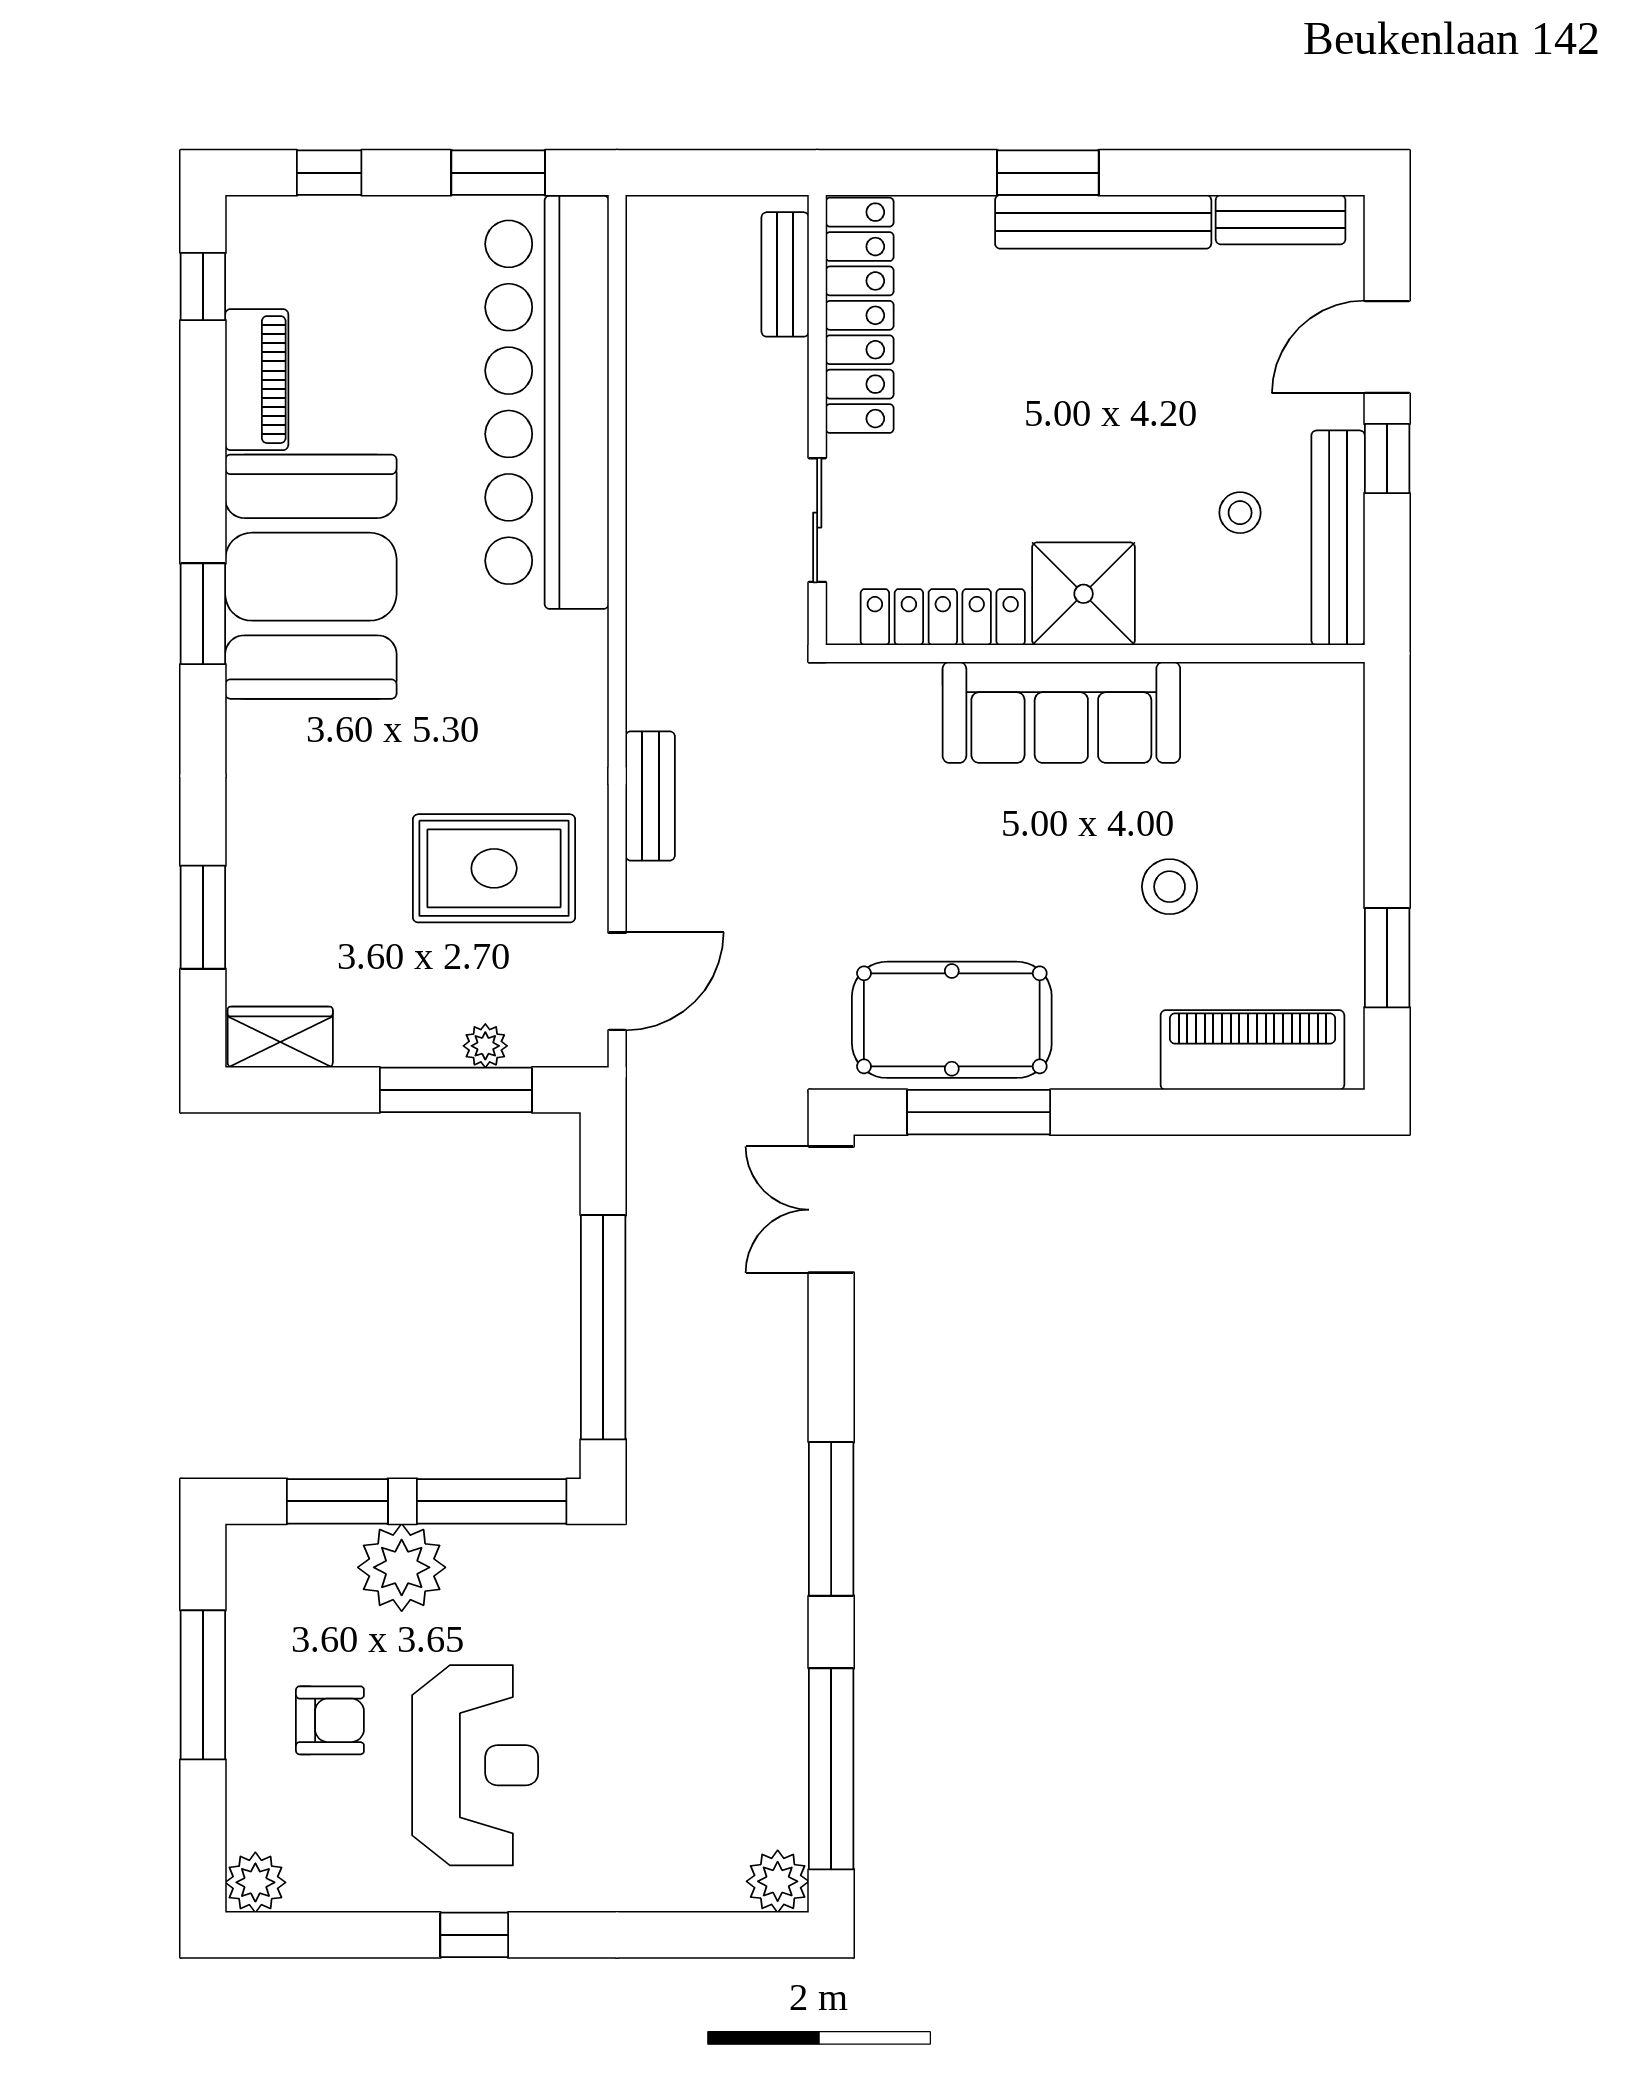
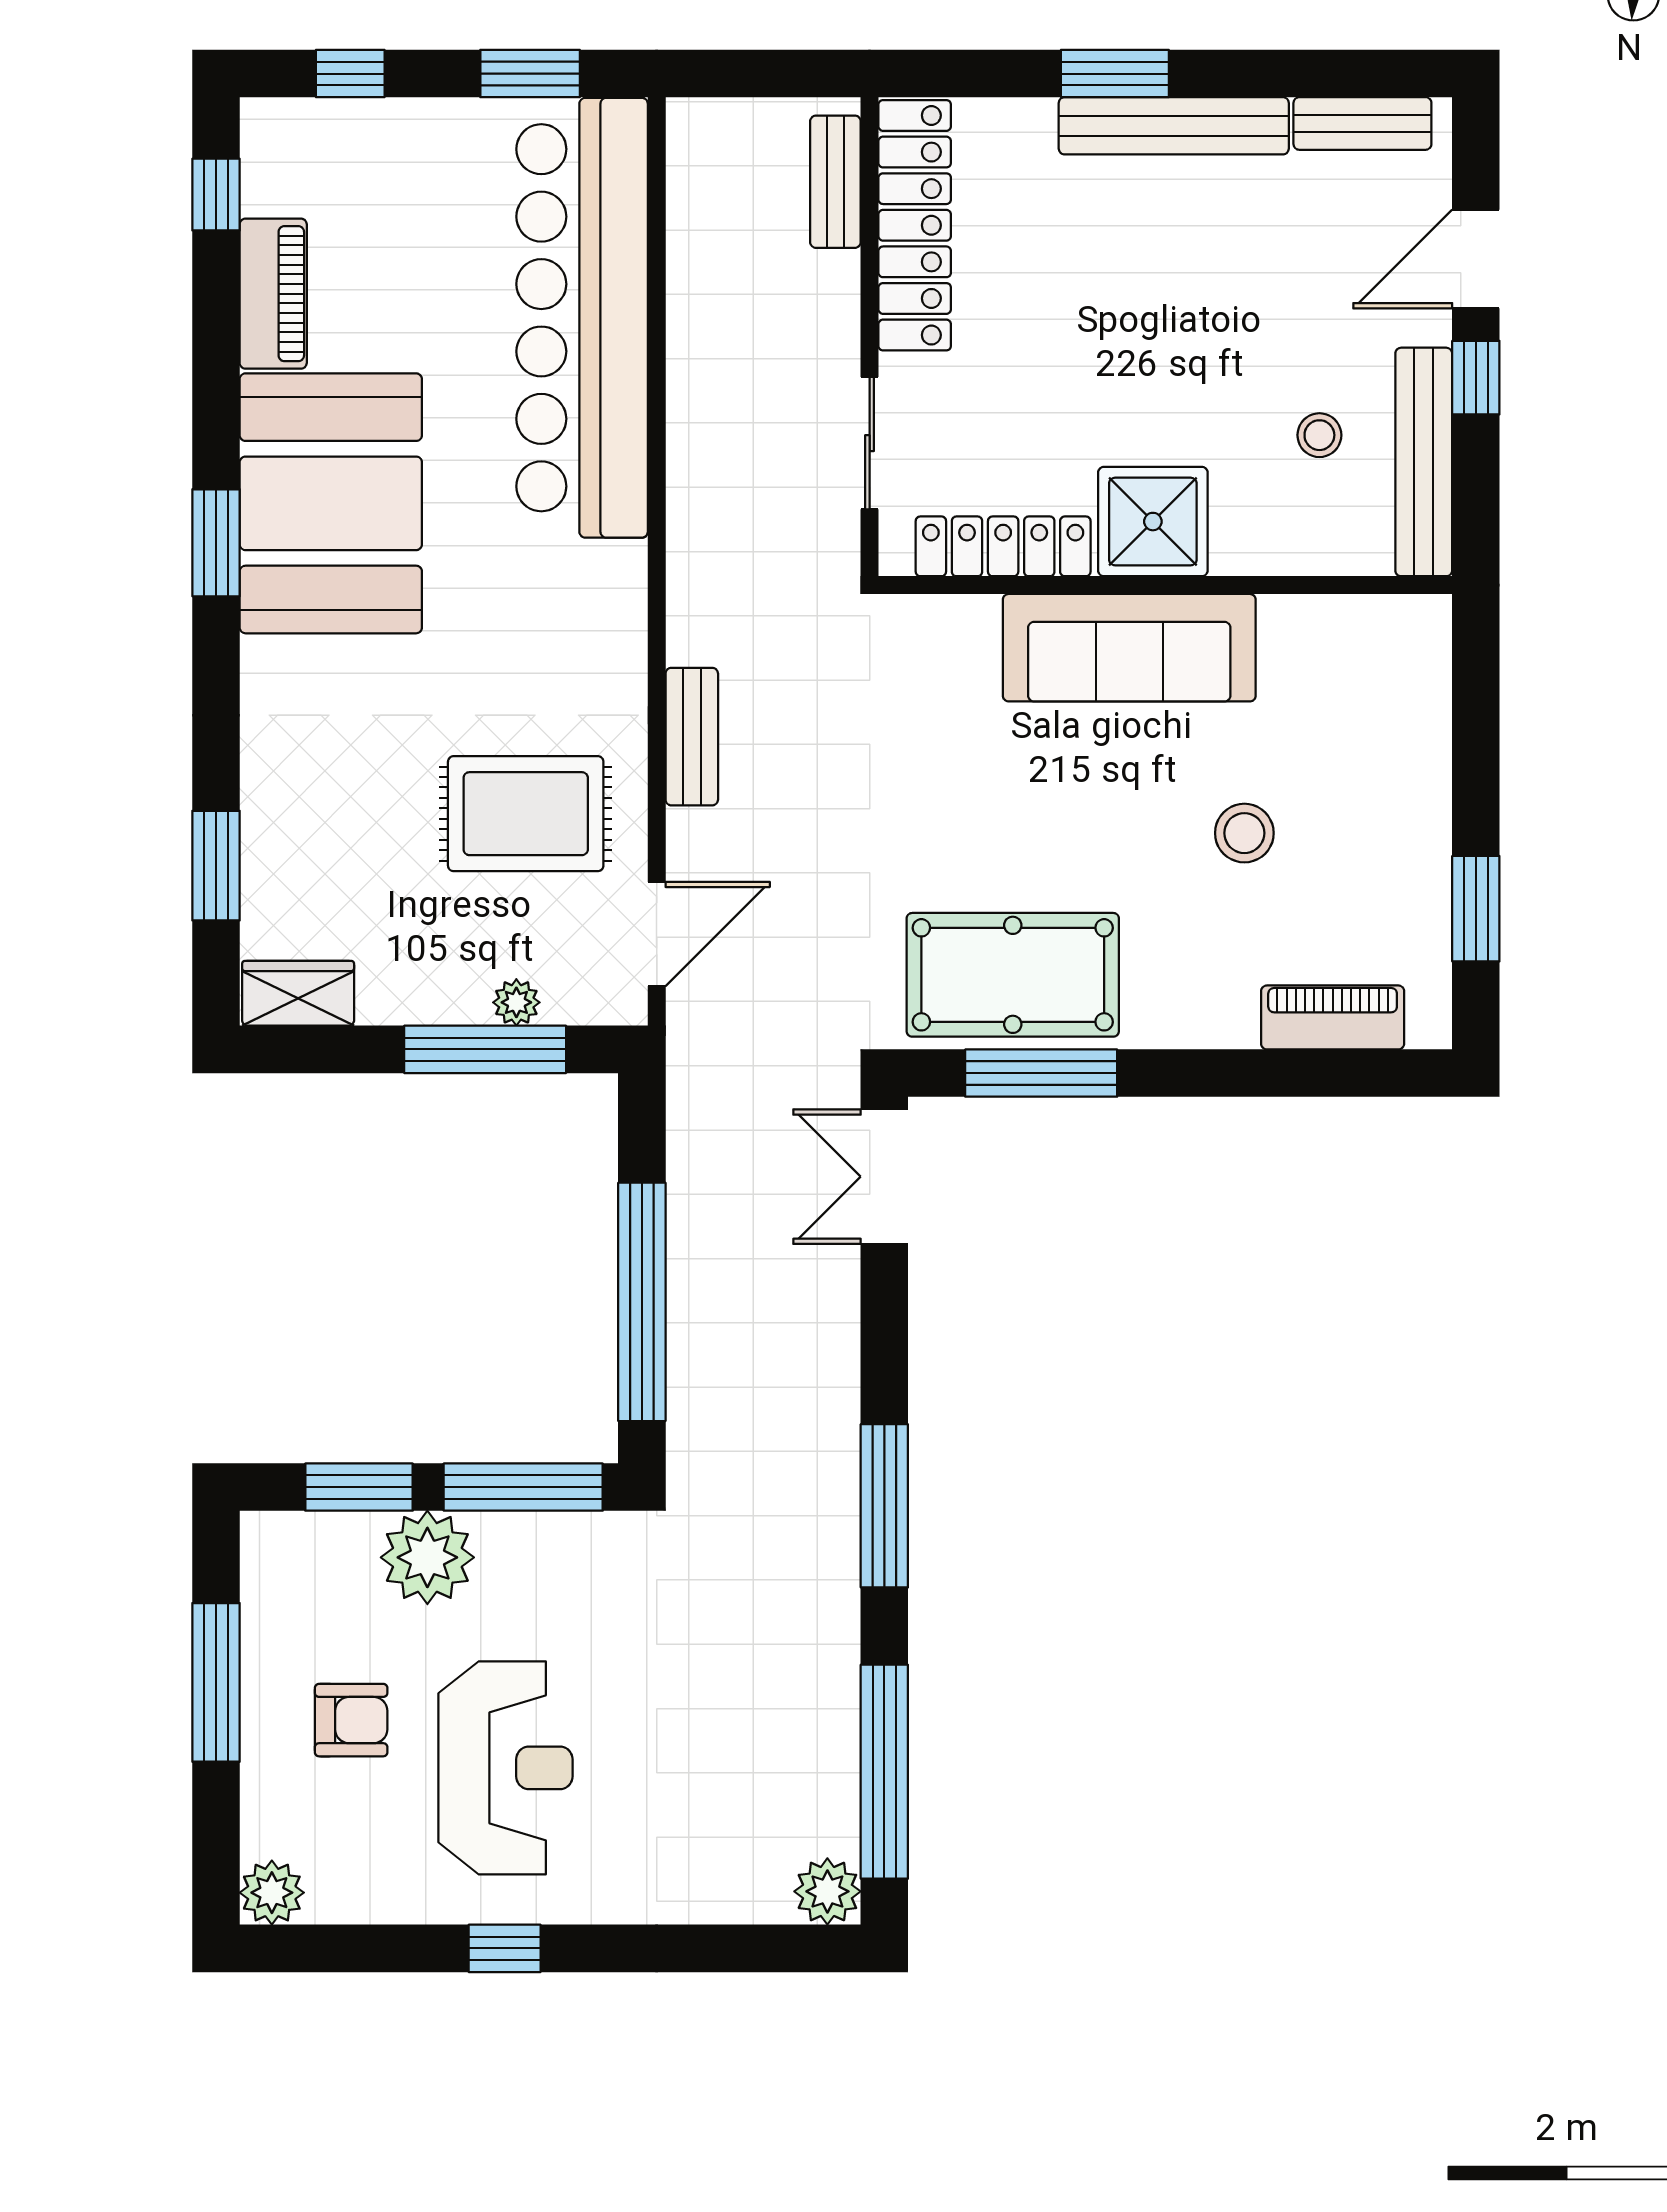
piano: (1252, 1050) -> (1333, 1017), width x0.73, depth x0.75

